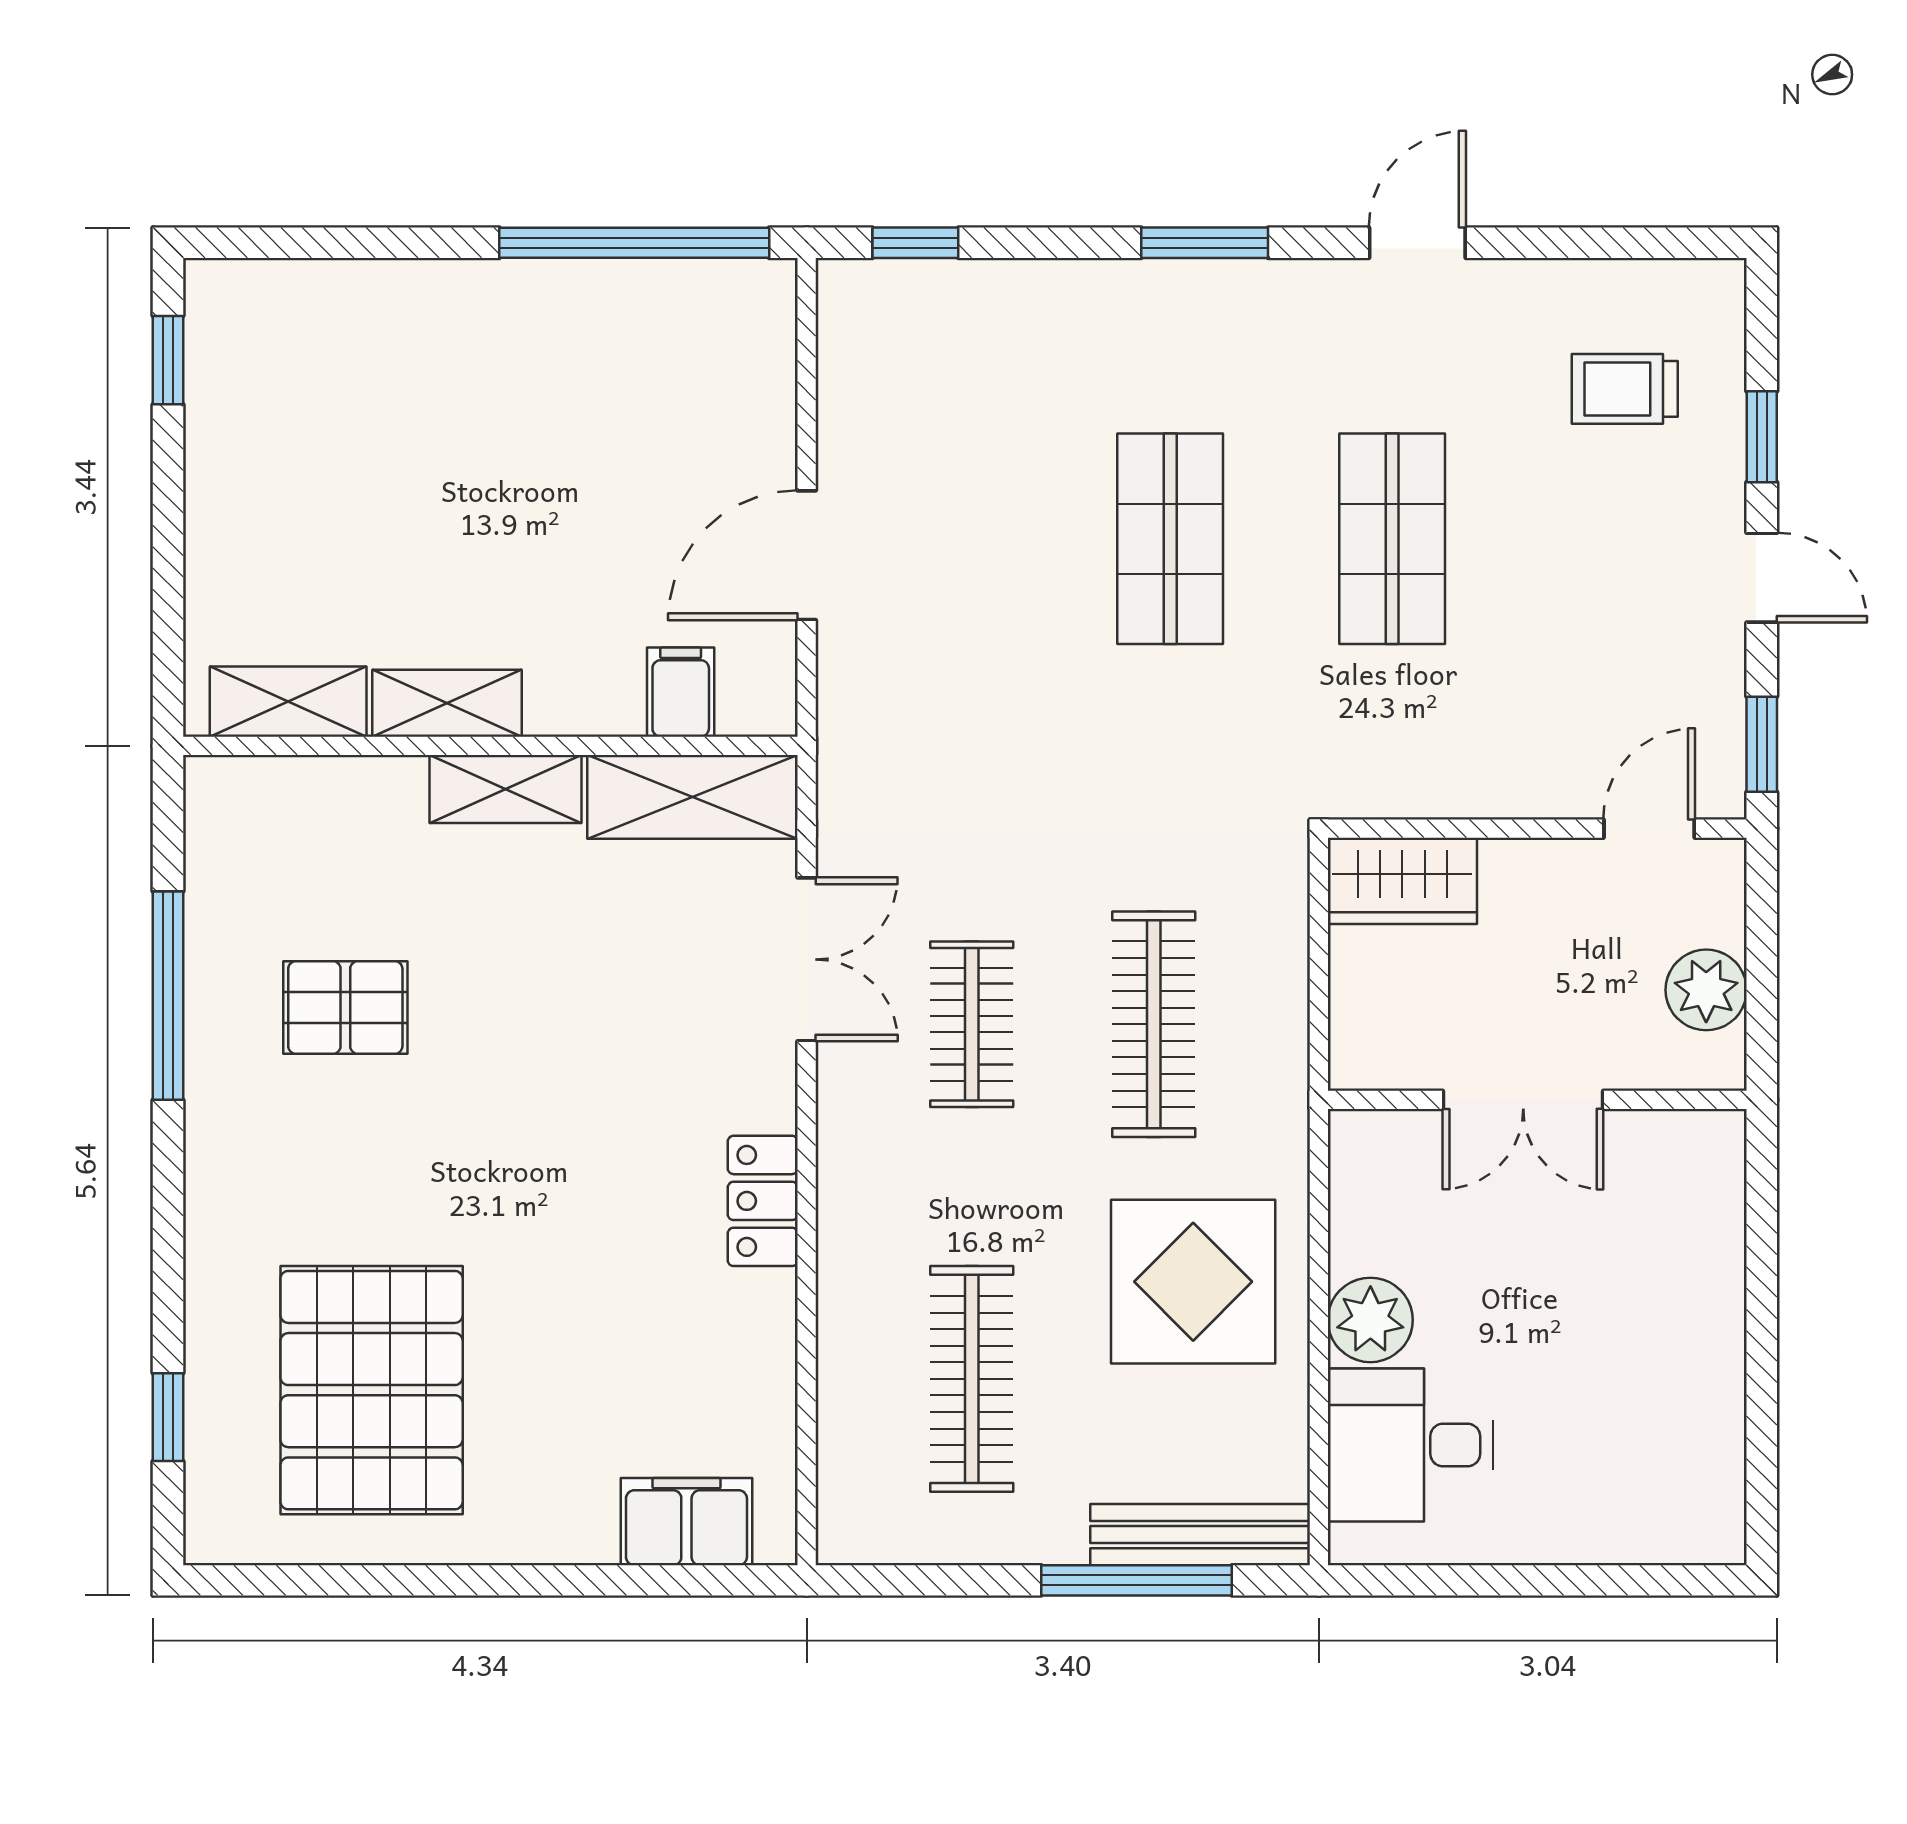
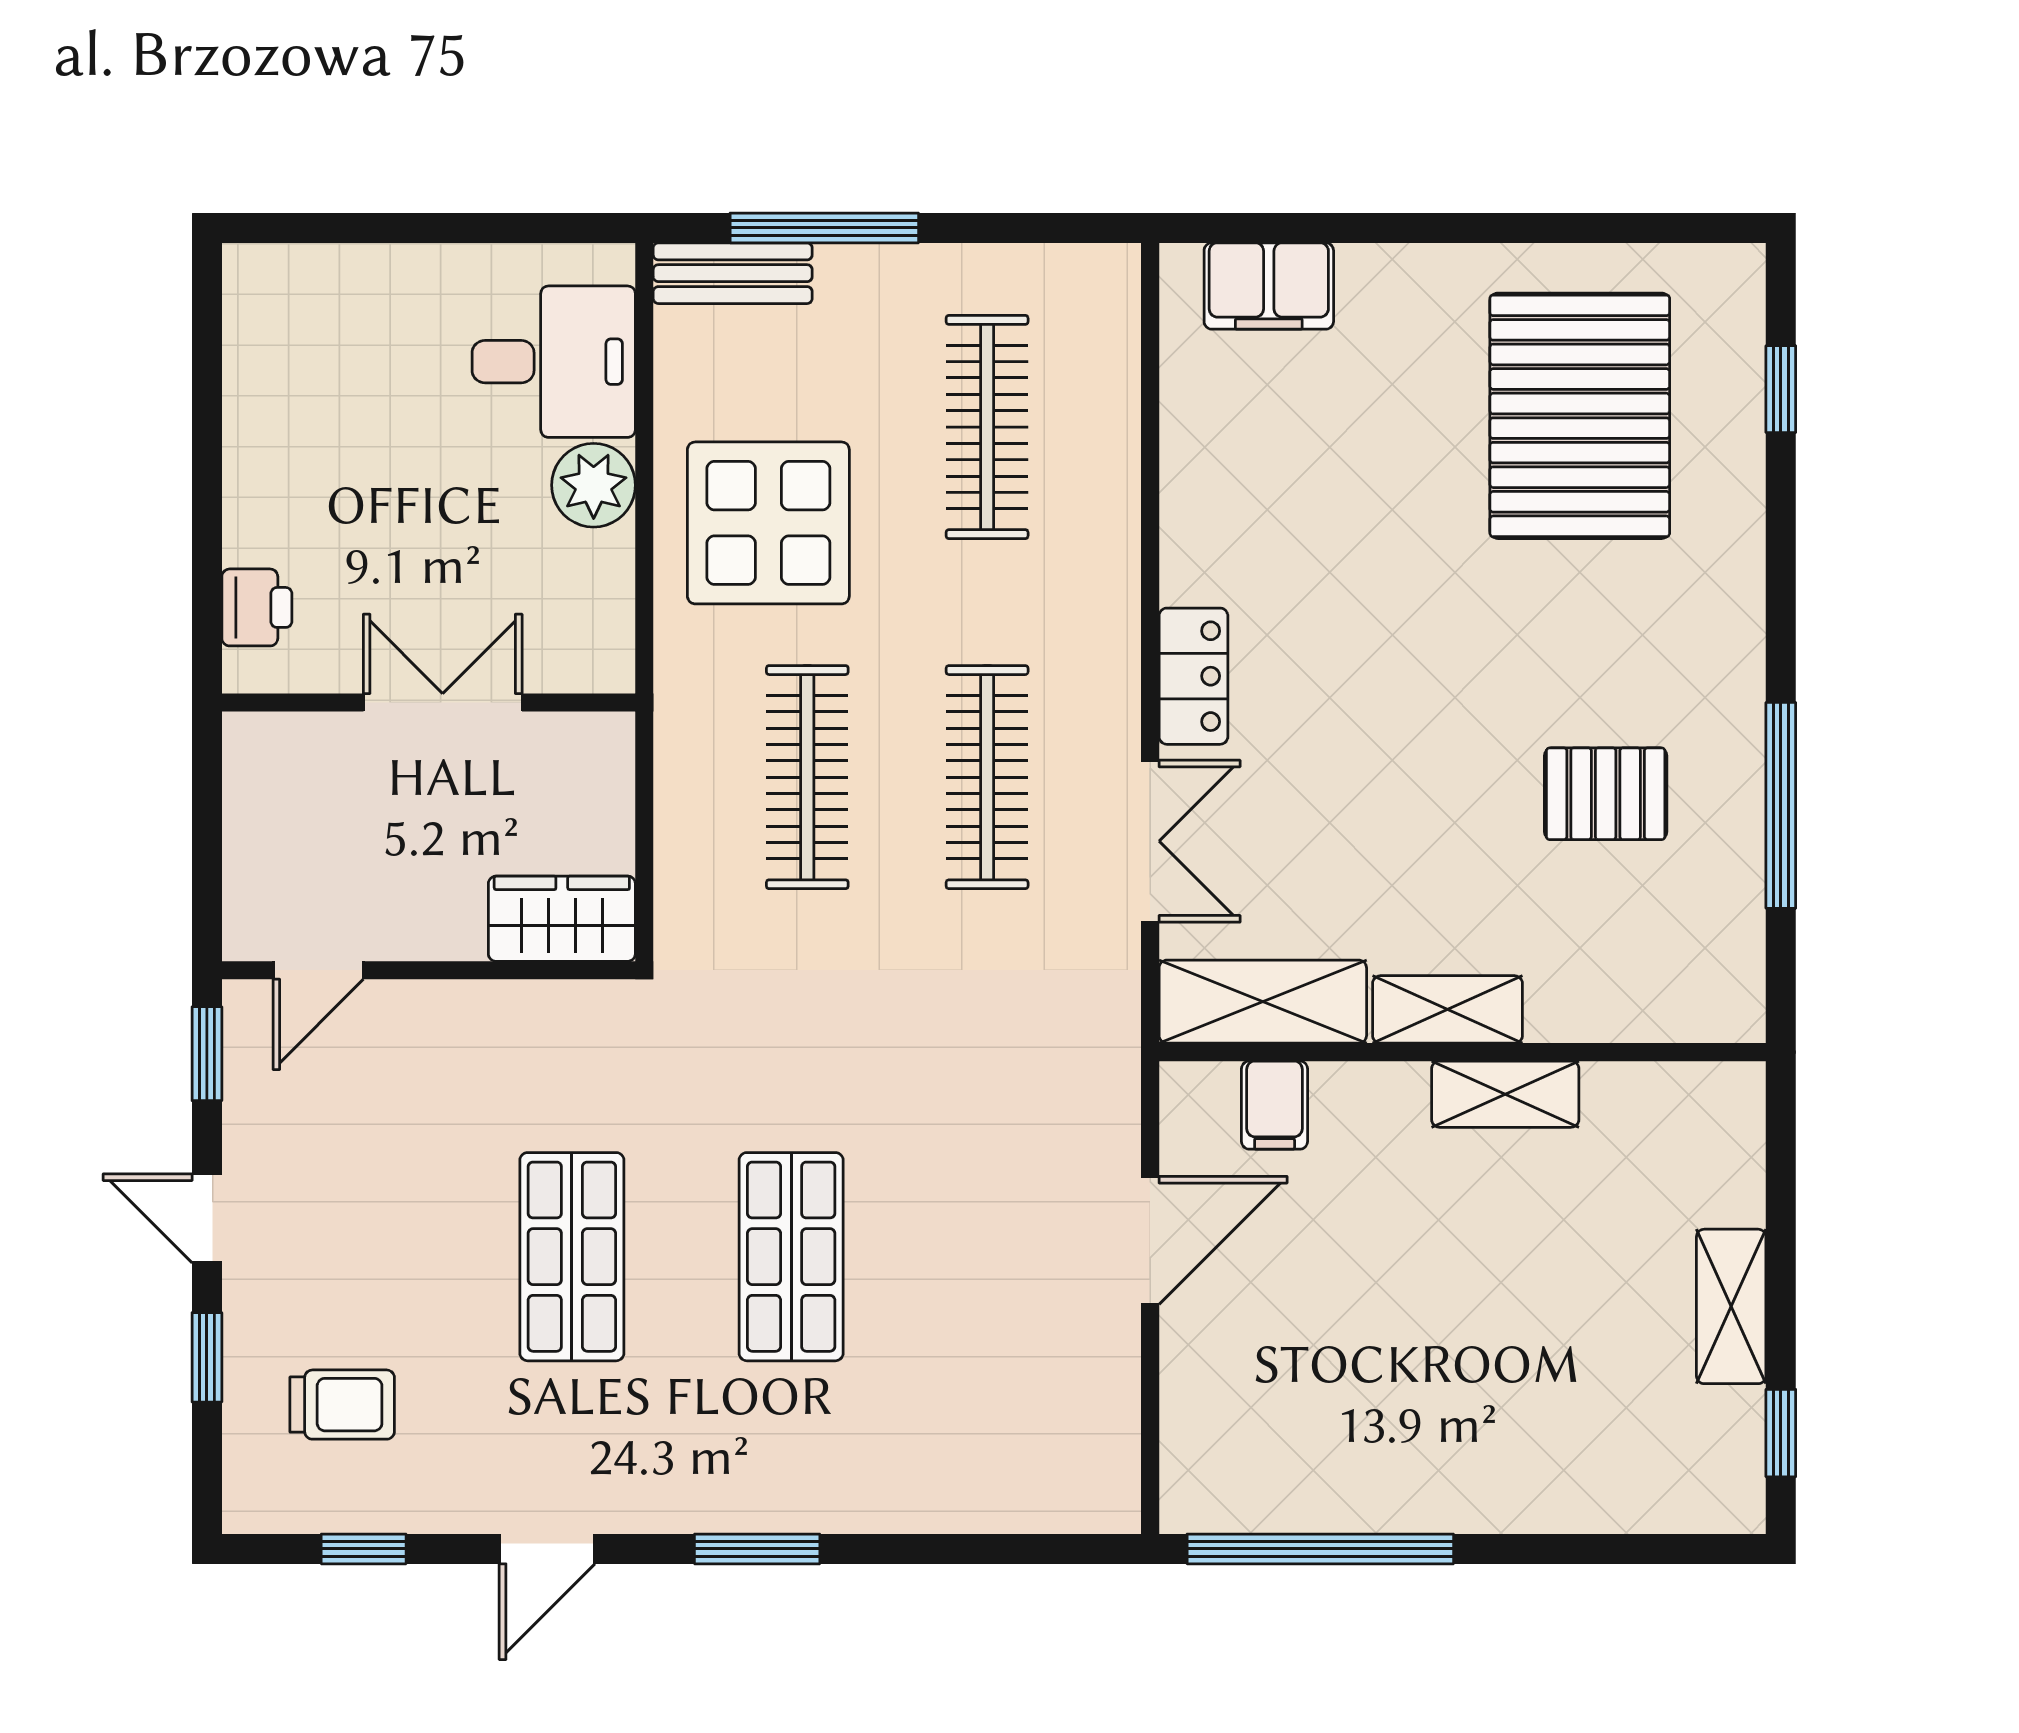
window: (915, 243) -> (364, 1549), moved
shelving: (288, 702) -> (1731, 1306), moved, turned 90
double door: (807, 959) -> (1150, 841), swing flipped
plant: (1706, 990) -> (262, 811), removed
clothes rail: (972, 1024) -> (987, 777), width x1.36
printer: (1711, 1196) -> (257, 607), added
locker: (763, 1201) -> (1193, 676), moved
bench: (1200, 1535) -> (733, 273), width x0.73

